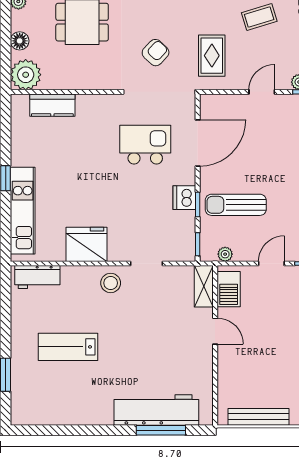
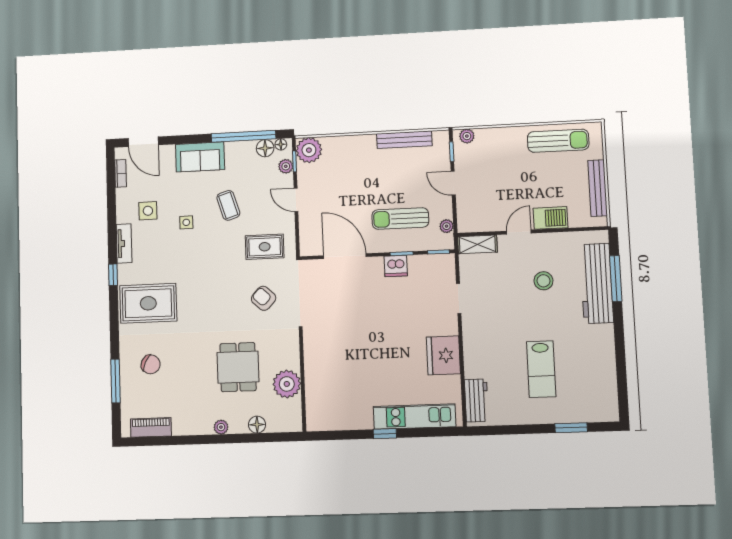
plant: (26, 75) -> (287, 384), moved
kitchen counter: (52, 105) -> (315, 392), removed
kitchen island: (145, 145) -> (348, 304), removed
sun lounger: (236, 205) -> (400, 218), turned 90
stool: (111, 283) -> (543, 281), moved
barbecue: (229, 289) -> (550, 218), moved

